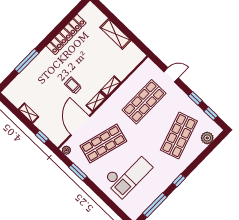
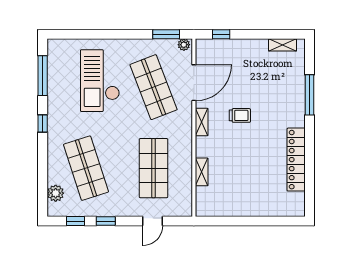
shelving: (115, 34) -> (248, 208), removed
shelving: (111, 86) -> (202, 172), moved
shelving: (28, 113) -> (283, 45), moved
door: (80, 126) -> (194, 83), hinge flipped
shop shelf: (103, 143) -> (154, 87), turned -36
window: (78, 172) -> (166, 34), moved

